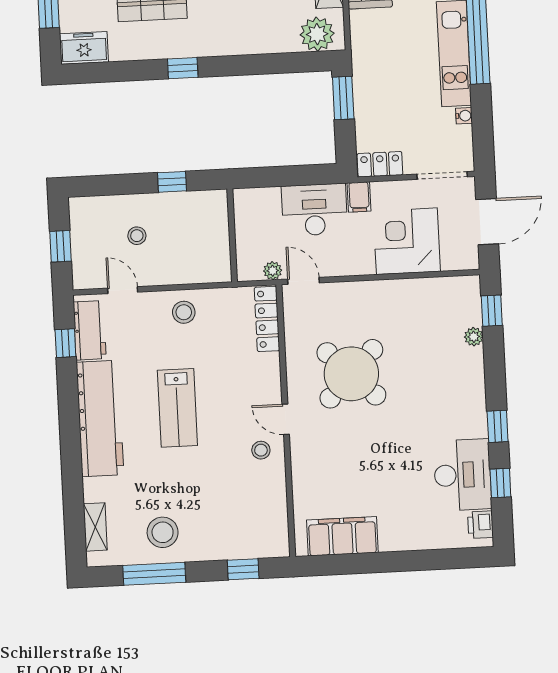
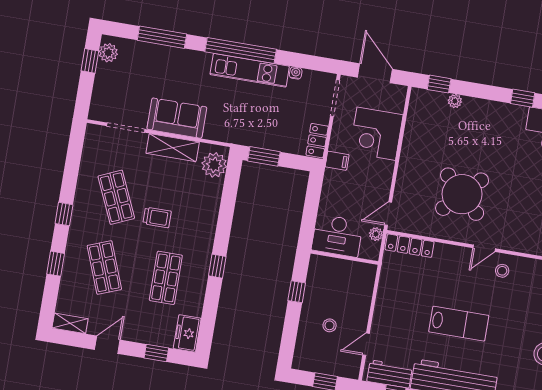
desk: (314, 210) -> (337, 236), moved, turned -90
stool: (184, 312) -> (392, 304), removed

